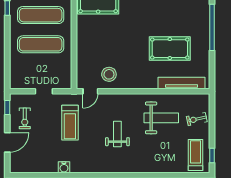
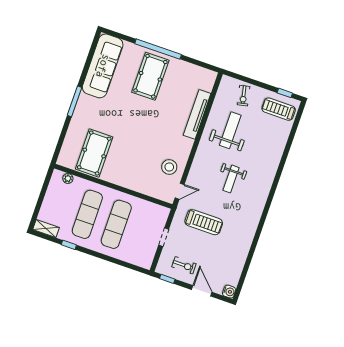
pool table: (170, 49) -> (150, 76), moved
tv unit: (182, 83) -> (197, 114), moved
door: (90, 91) -> (180, 191), hinge flipped
weight bench: (117, 134) -> (231, 179), turned -90
water cooler: (64, 167) -> (229, 292), moved

